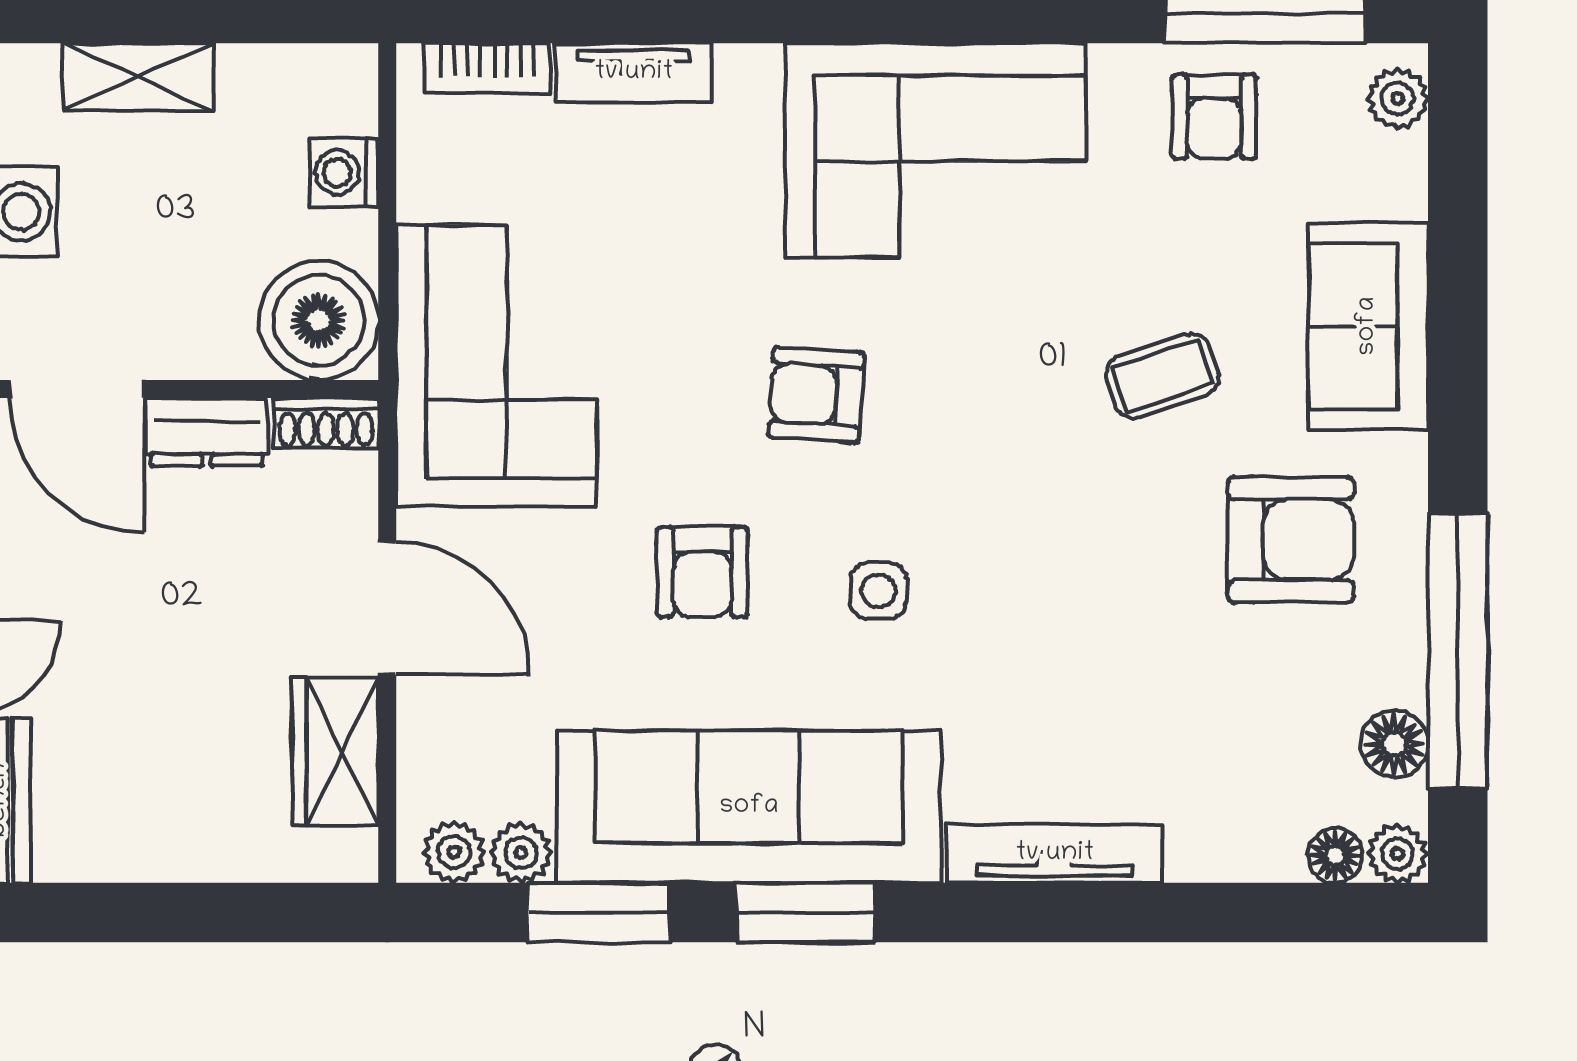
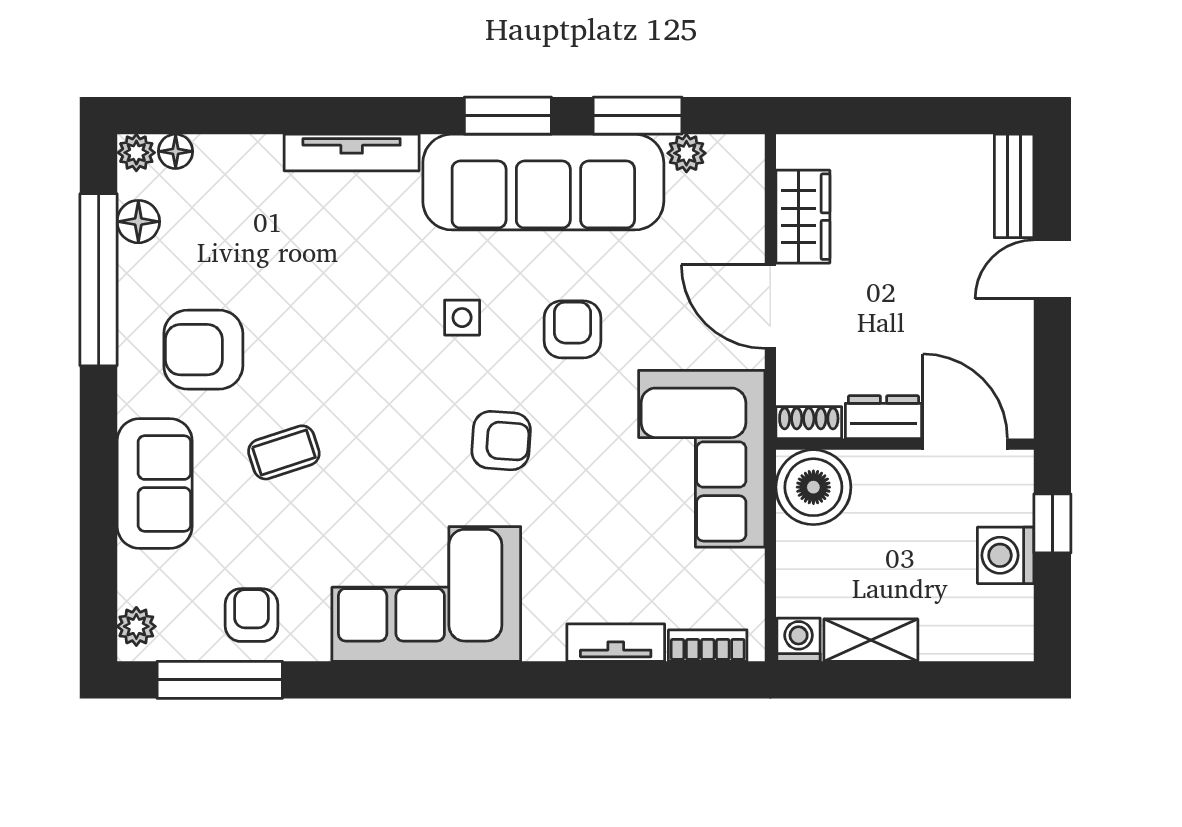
shelving: (138, 77) -> (871, 640), moved
washing machine: (344, 173) -> (799, 640), moved, turned -90
plant: (454, 852) -> (728, 154), removed

